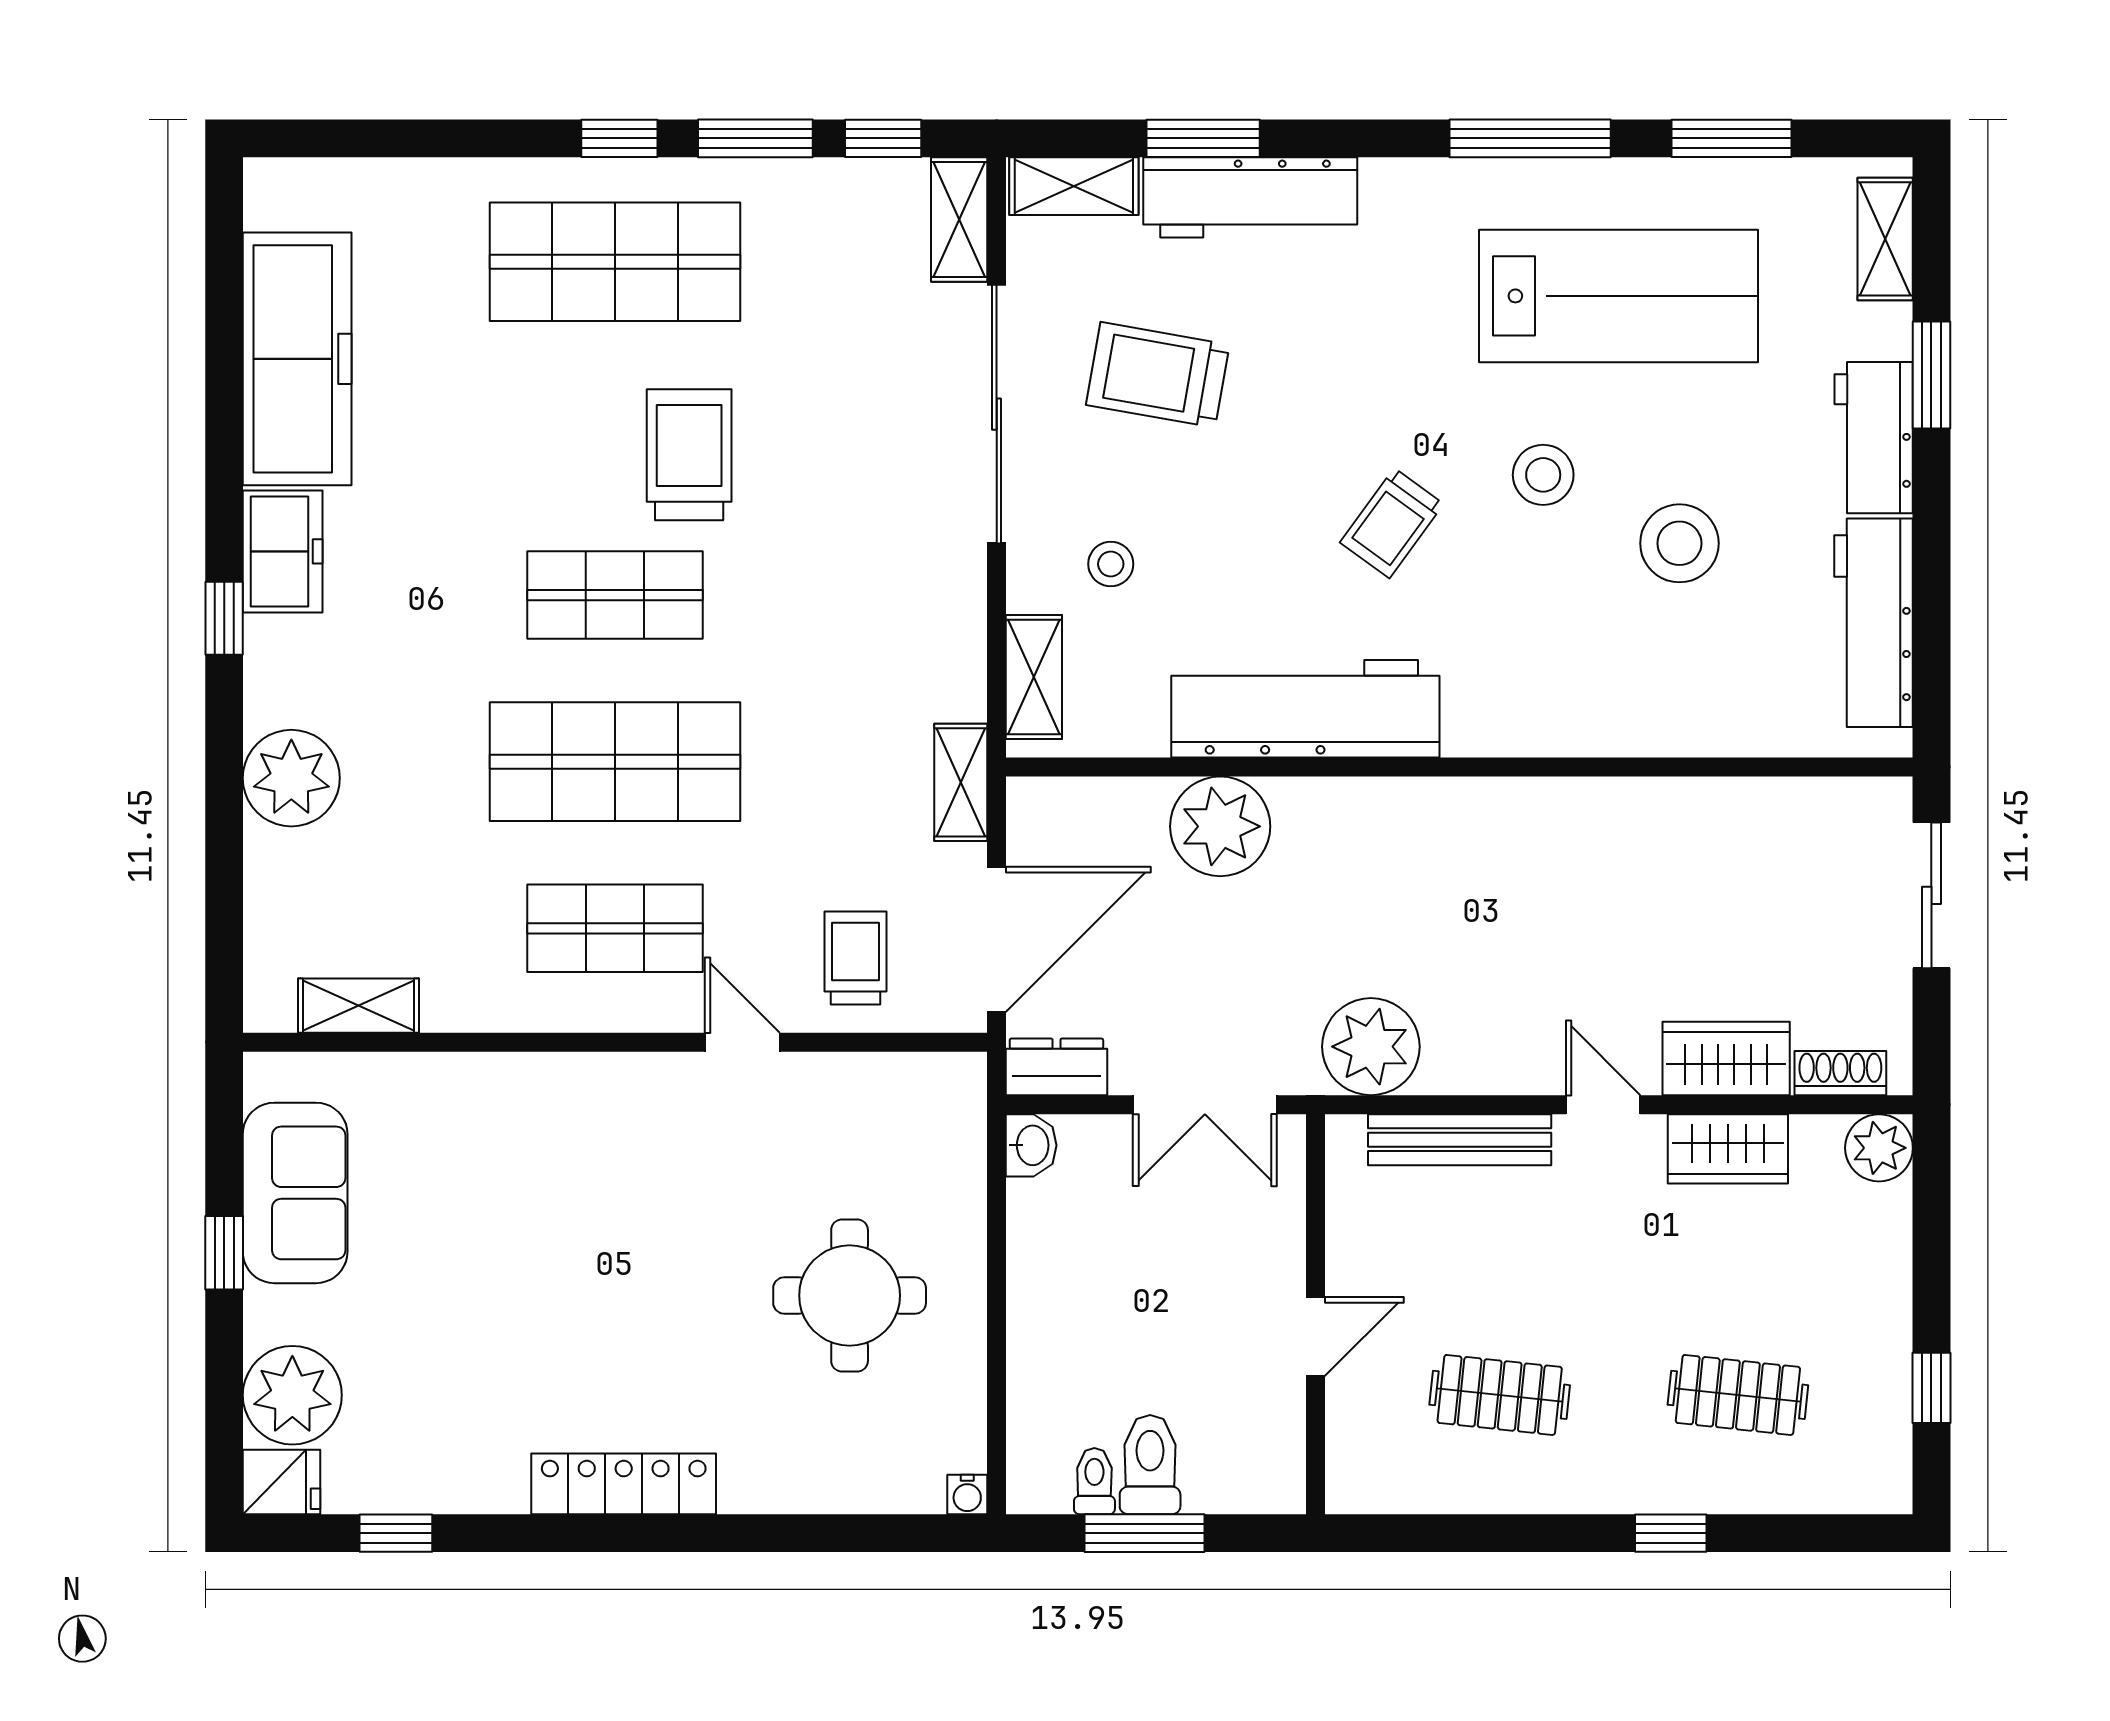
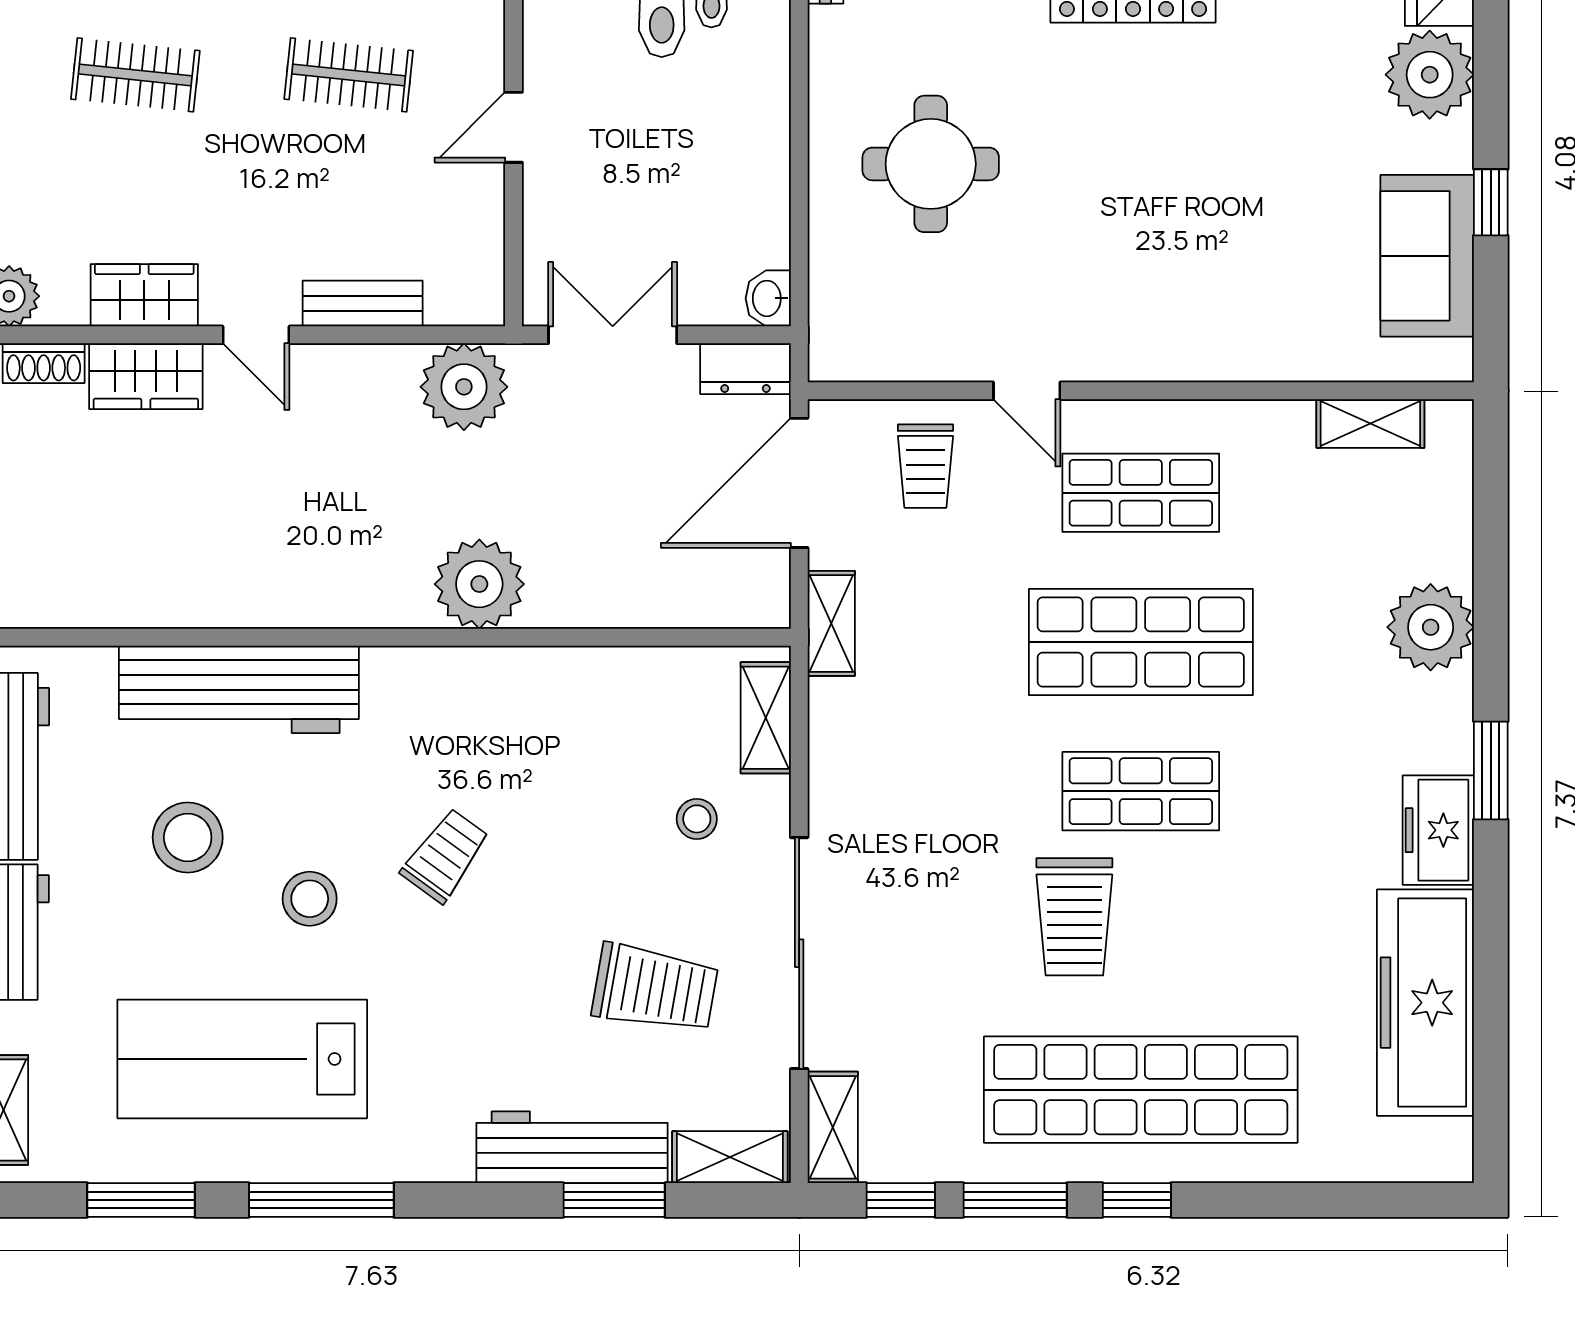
shop shelf: (615, 262) -> (1141, 1090), width x1.40
window: (224, 618) -> (1491, 770), width x1.50
workbench: (1305, 709) -> (239, 689), moved
plant: (1220, 826) -> (479, 584), moved
bench: (1460, 1140) -> (363, 303), width x0.73

